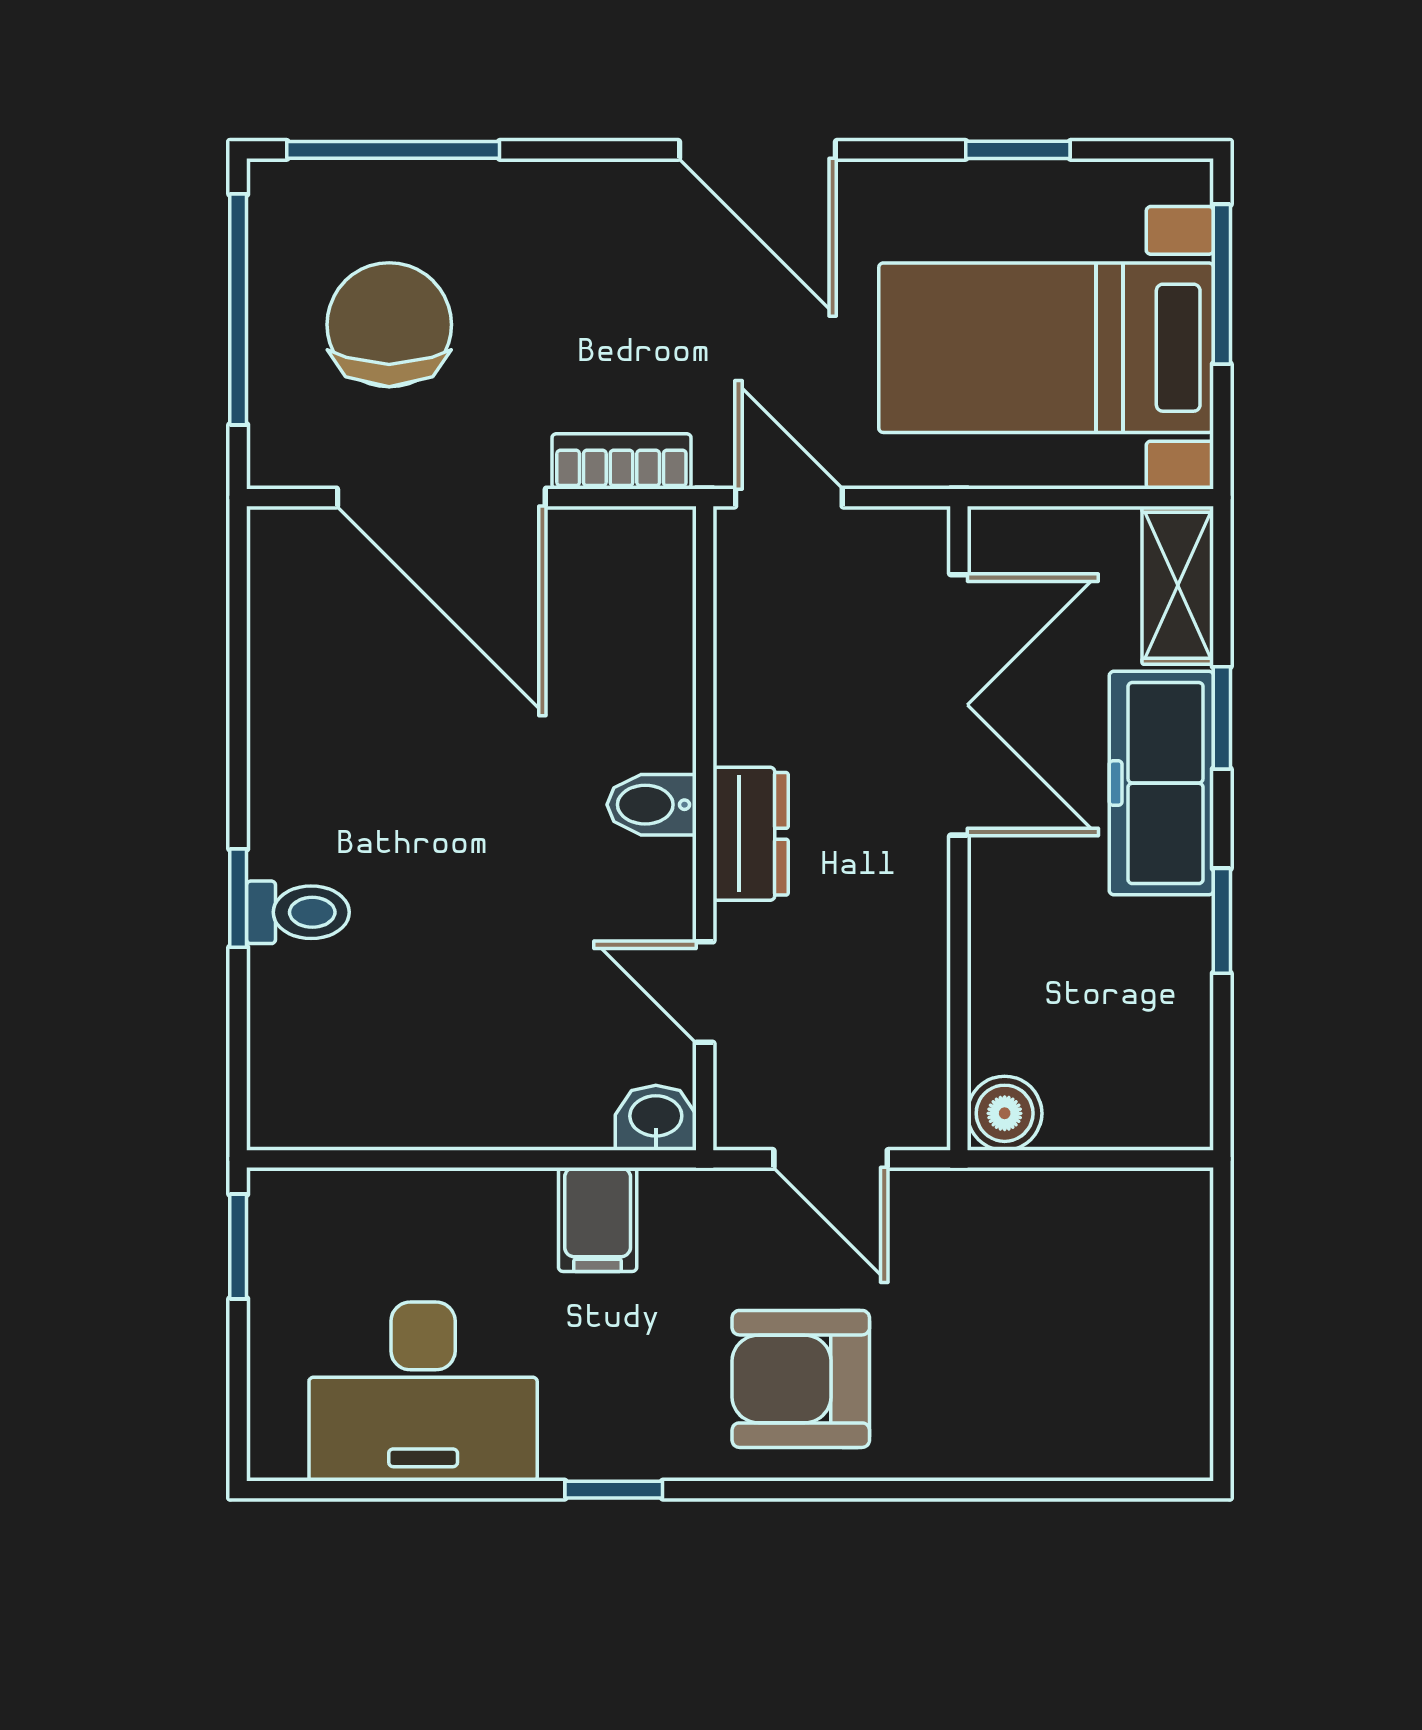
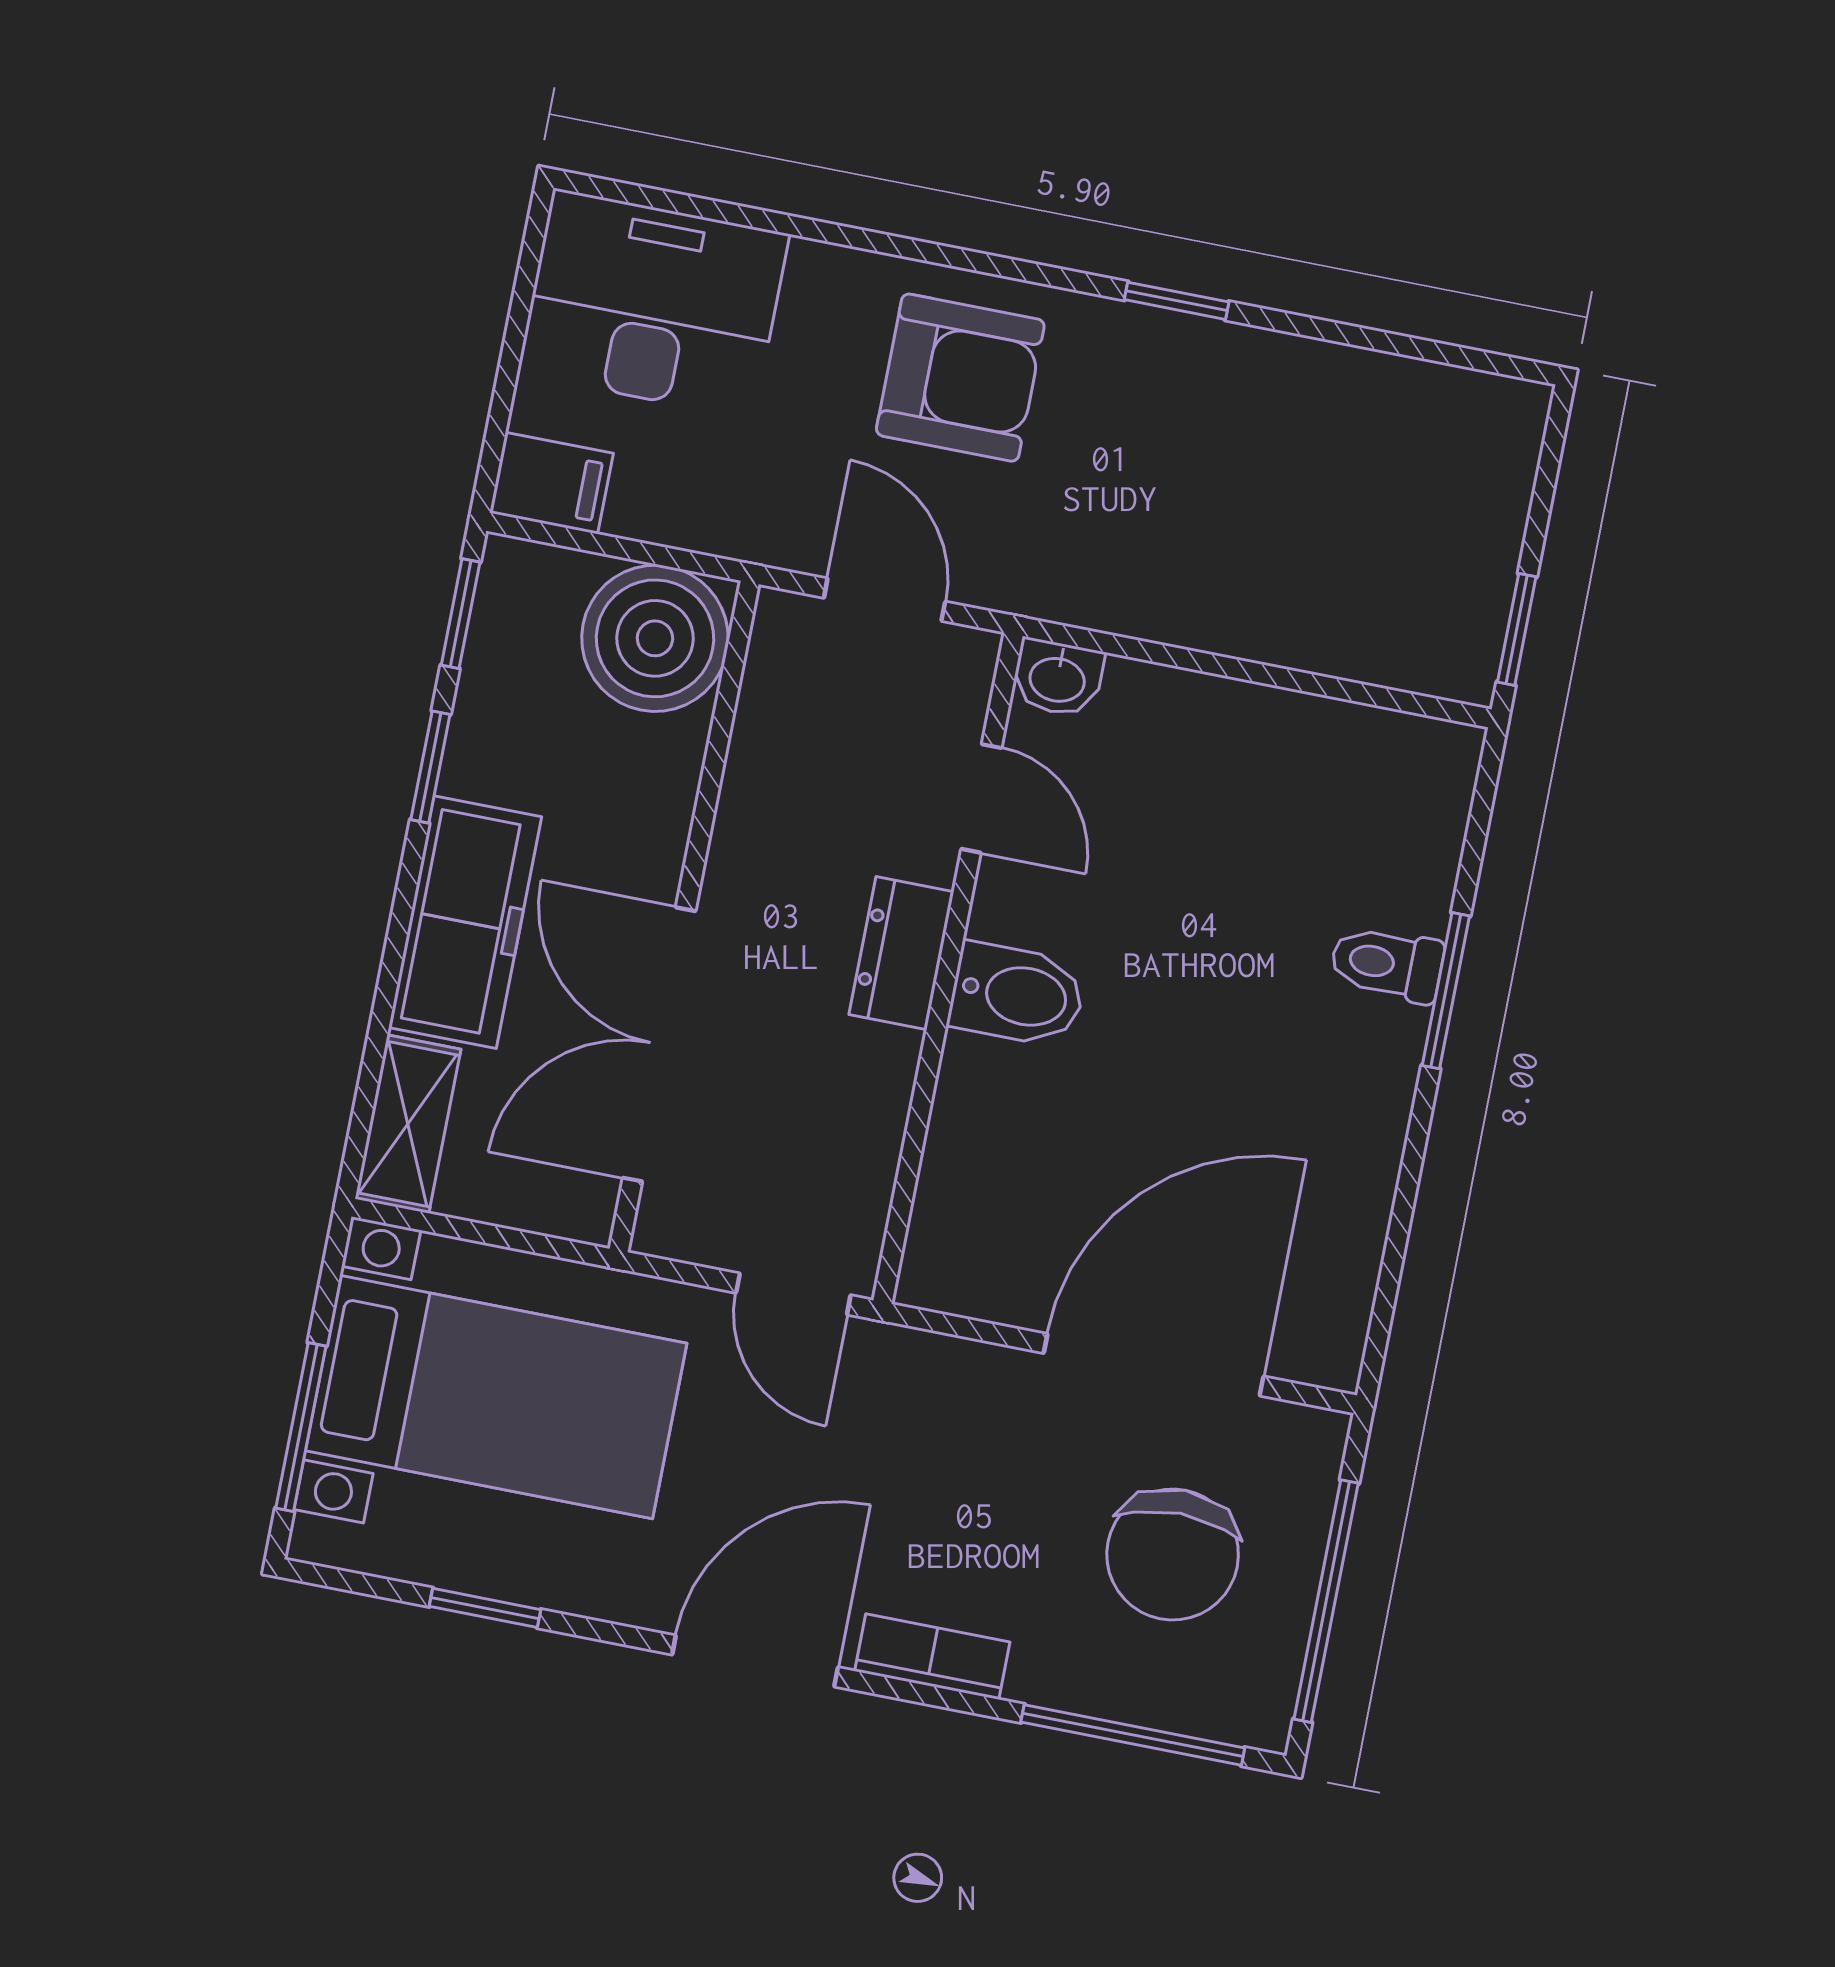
door: (757, 150) -> (755, 1661), hinge flipped
bookcase: (621, 461) -> (932, 1657), moved, turned 180
door: (441, 498) -> (1154, 1365), hinge flipped
window: (1222, 718) -> (461, 614), moved
bidet: (651, 805) -> (1017, 995), width x1.38, depth x1.36
window: (238, 898) -> (1446, 991), width x1.50
boiler: (1005, 1113) -> (655, 638), width x1.86, depth x1.86
filing cabinet: (598, 1219) -> (551, 483), moved, turned 90
desk: (423, 1392) -> (653, 304), moved

